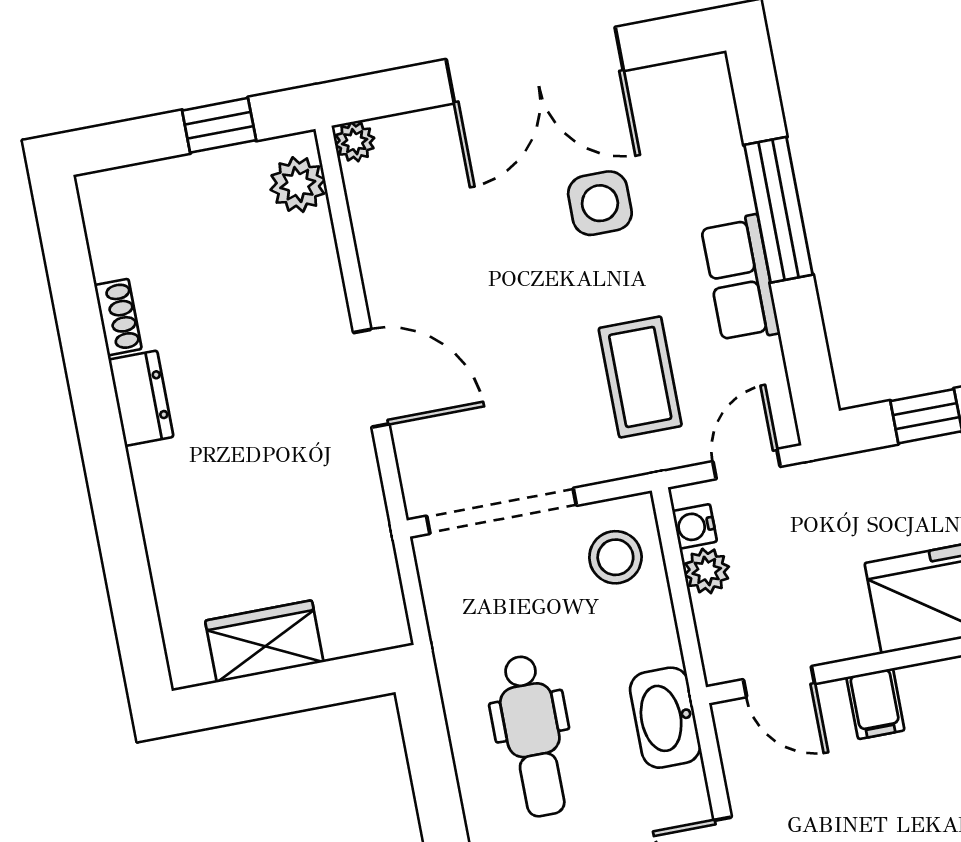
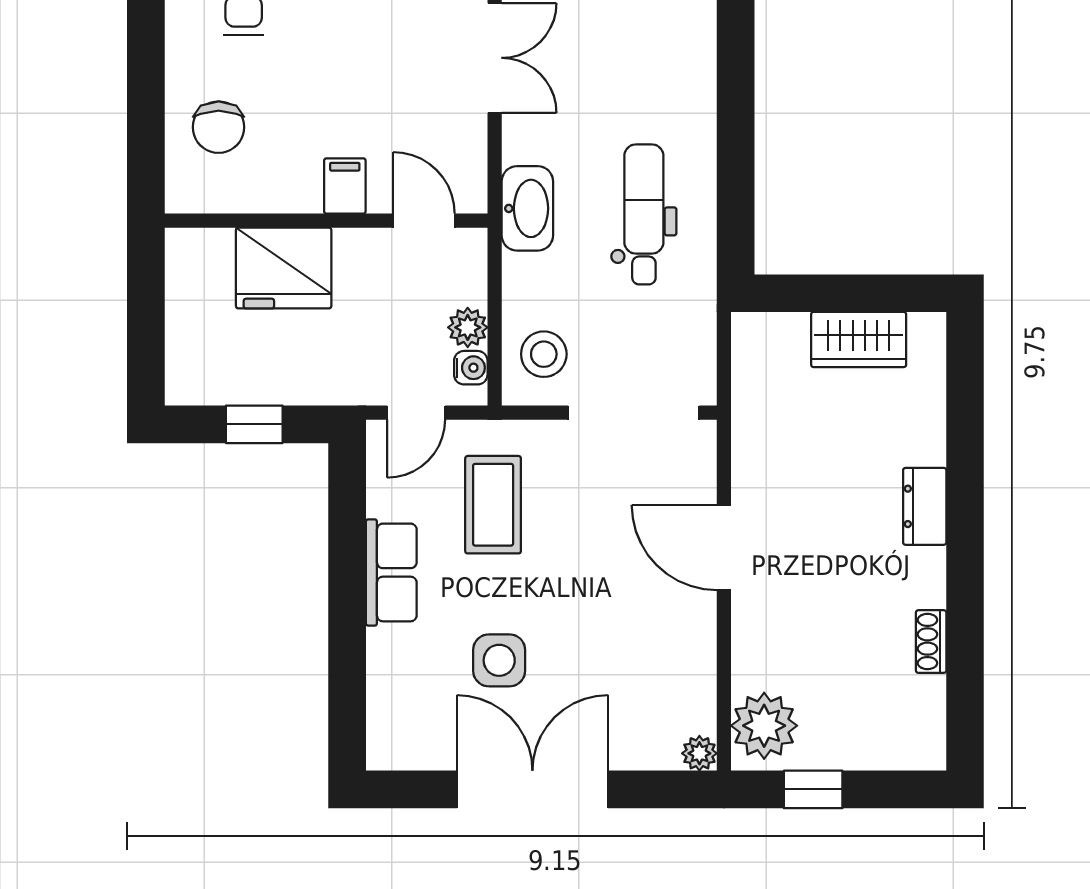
plant: (298, 185) -> (764, 726), width x1.36, depth x1.36
window: (779, 210) -> (347, 625), removed
dresser: (141, 398) -> (925, 506), moved

